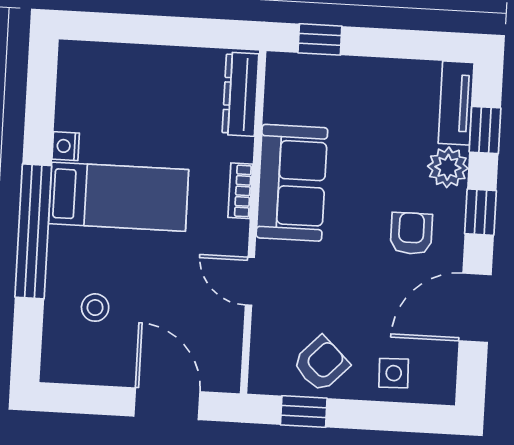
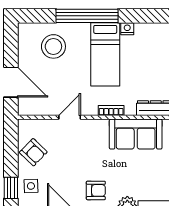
sofa: (292, 183) -> (136, 134), moved
stool: (95, 308) -> (53, 46), width x1.89, depth x1.89
door: (167, 404) -> (11, 82), hinge flipped
window: (304, 411) -> (11, 188), moved

